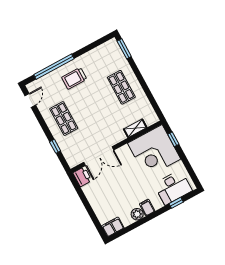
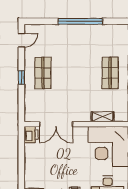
window: (54, 67) -> (80, 21), moved
trolley: (74, 78) -> (72, 42), removed
window: (55, 146) -> (21, 78), moved

